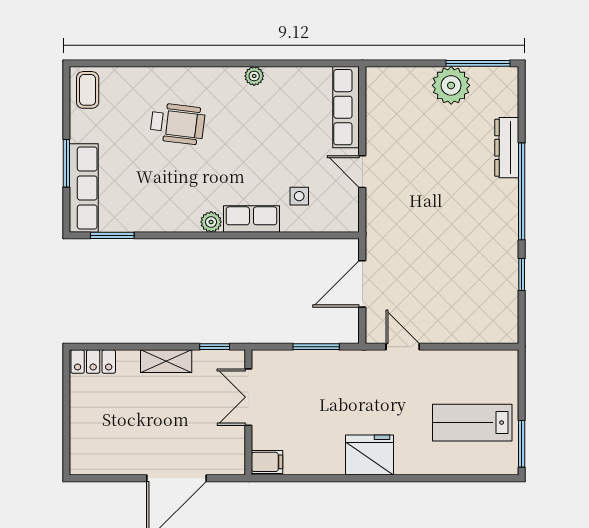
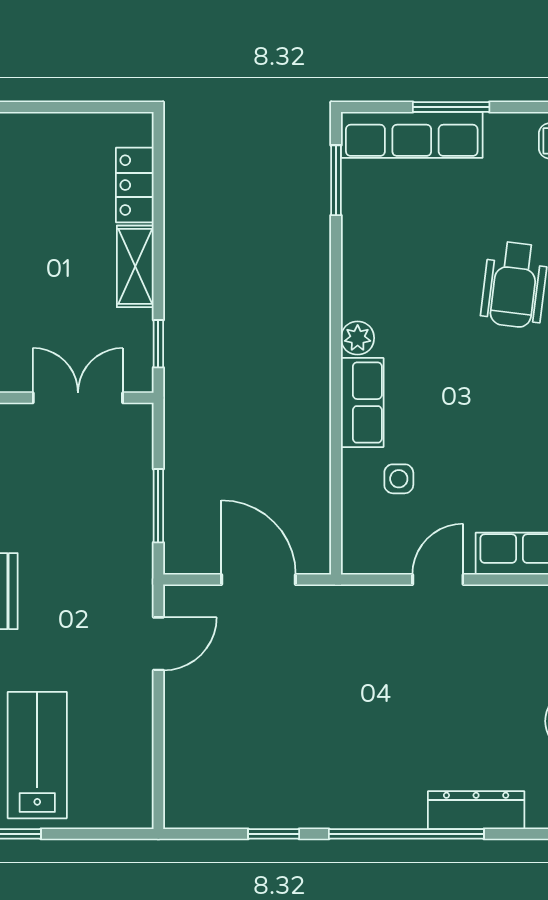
locker: (93, 362) -> (135, 185), moved

